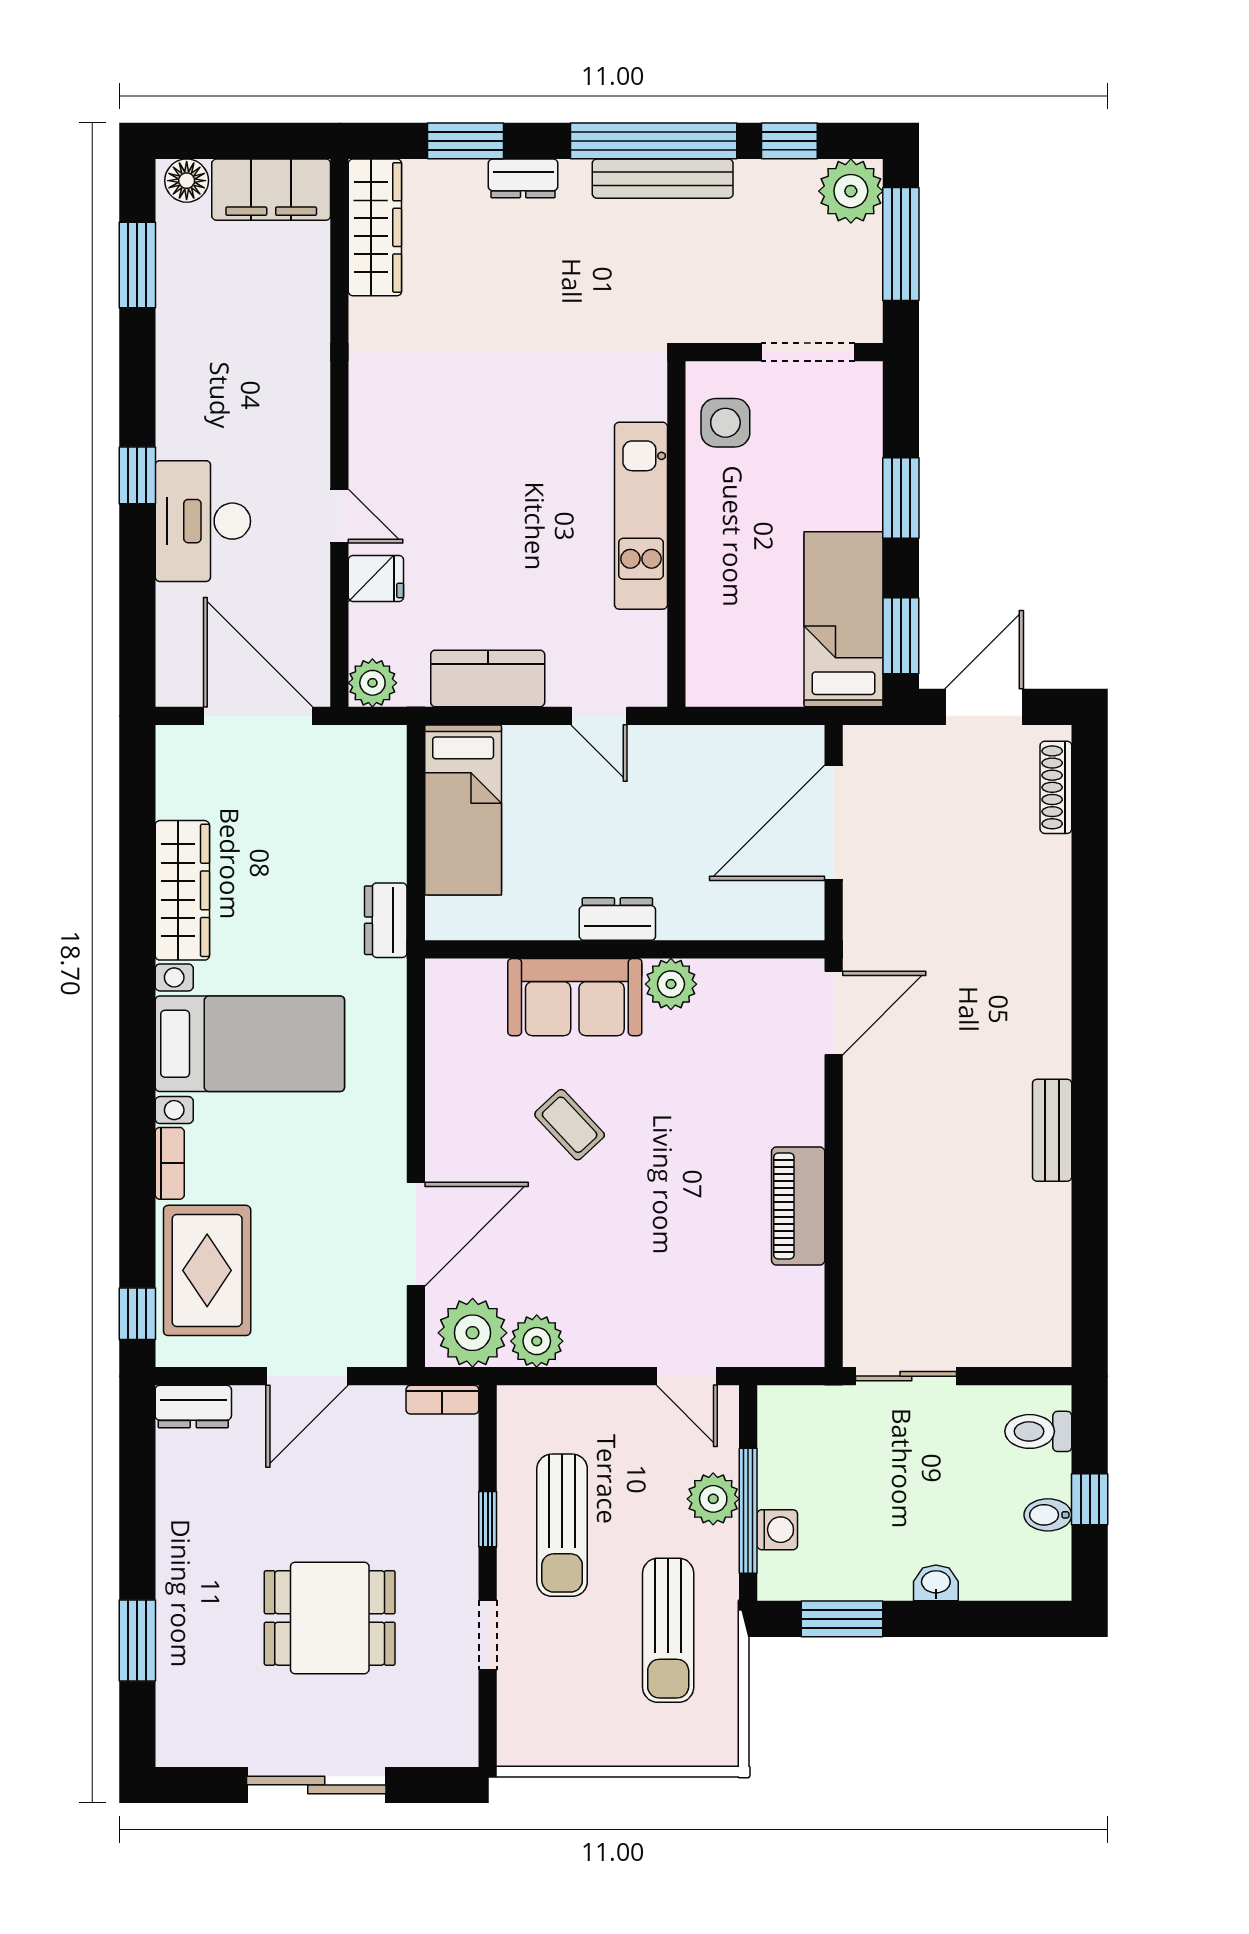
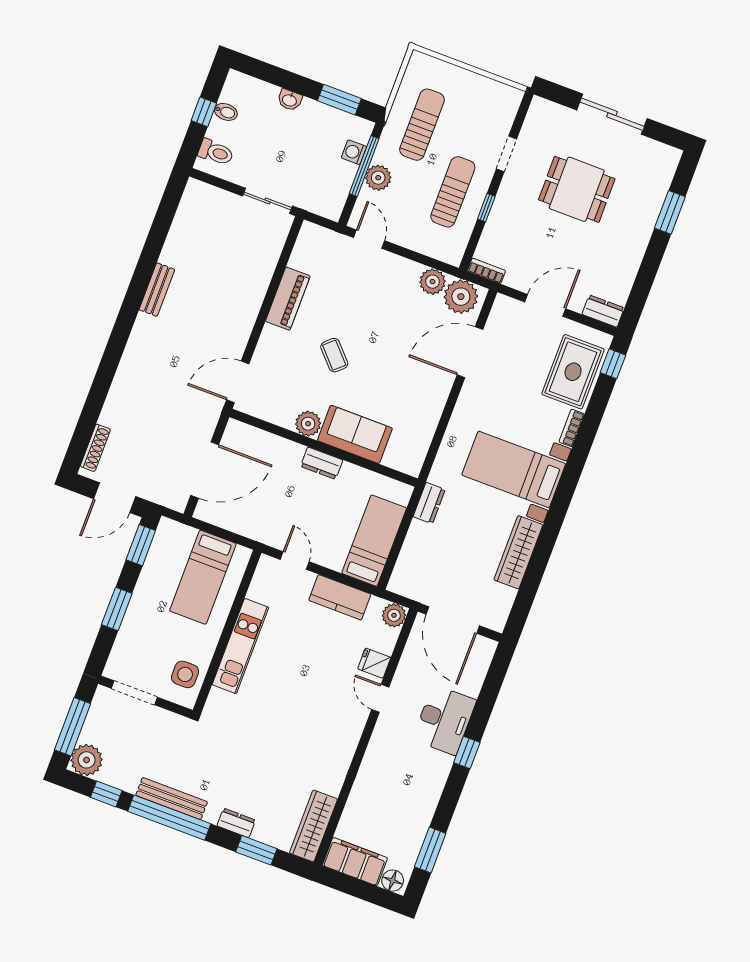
bed: (844, 619) -> (203, 577), moved
coffee table: (570, 1125) -> (334, 355), moved

